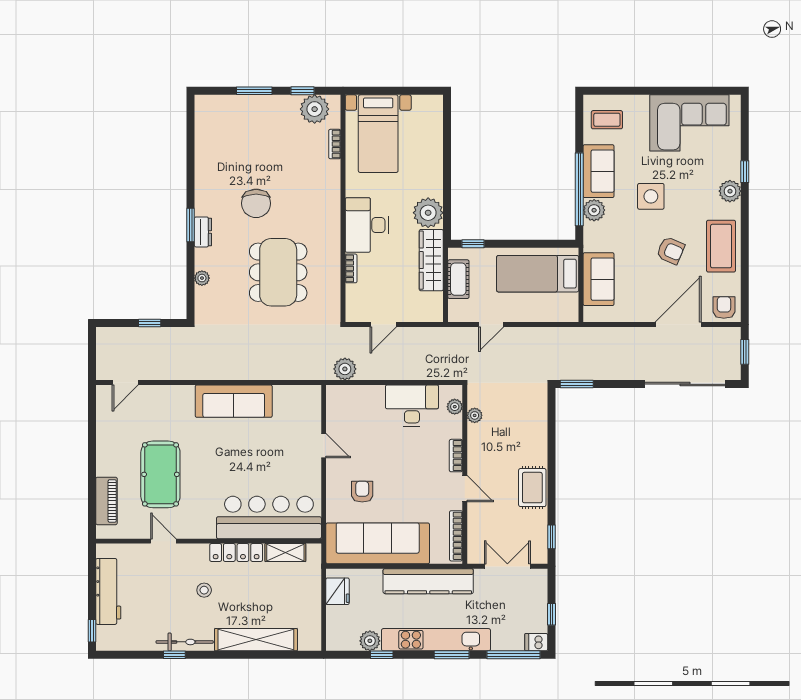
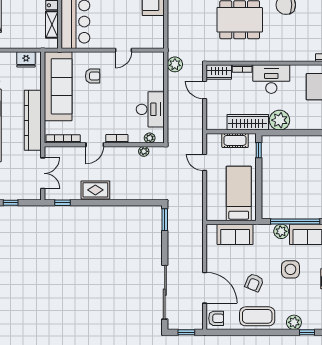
wardrobe: (356, 303) -> (219, 72), added

